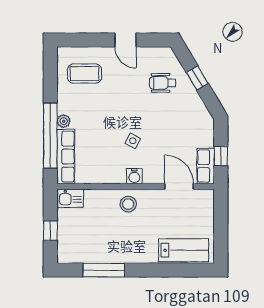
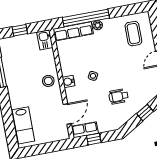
wheelchair: (163, 83) -> (119, 96), moved, turned -90

